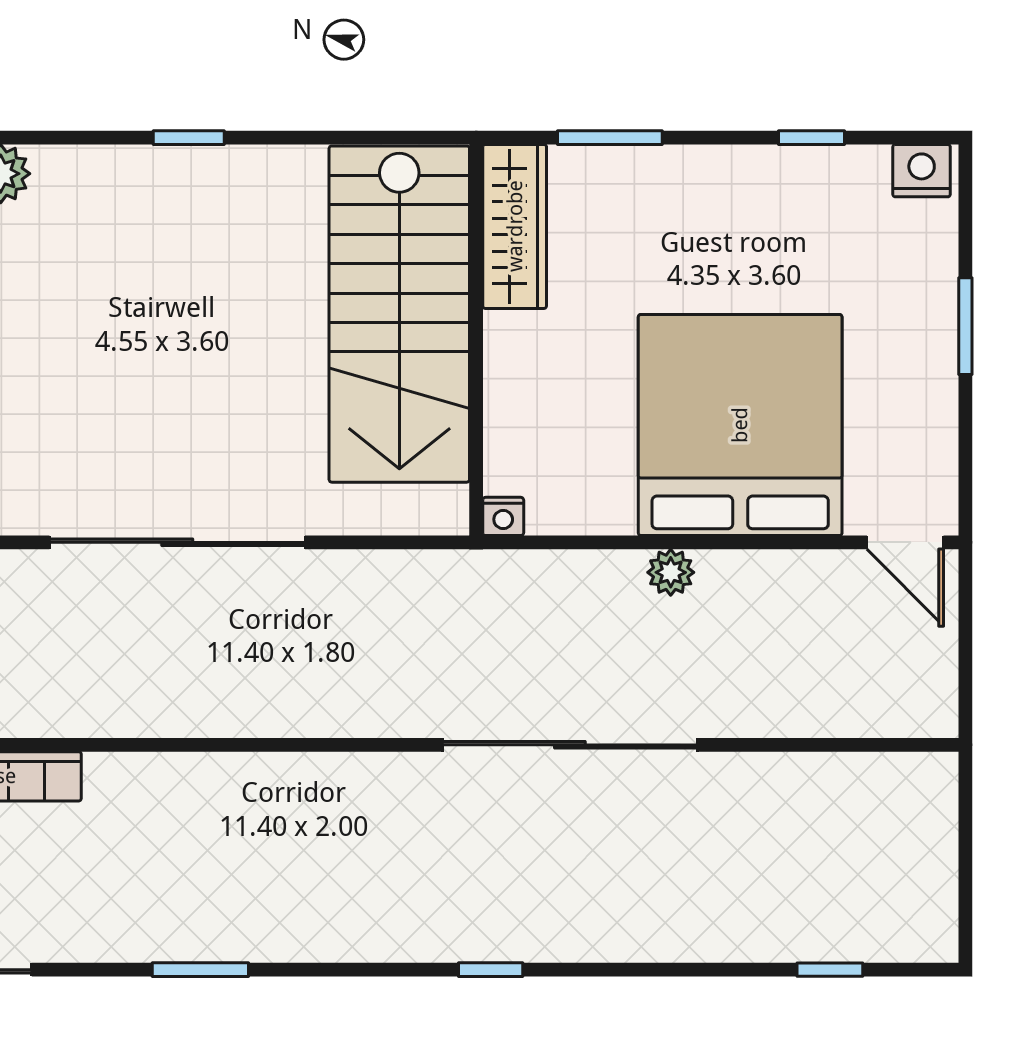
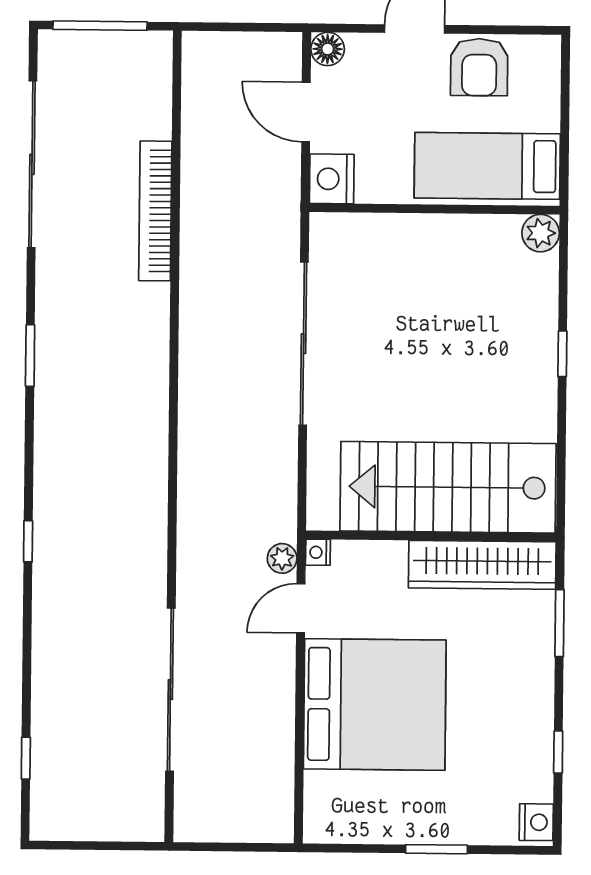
wardrobe: (515, 226) -> (482, 565), width x1.40, depth x1.17
door: (905, 542) -> (301, 608), moved
plant: (671, 572) -> (282, 558), moved
sliding door: (570, 745) -> (170, 690), moved

